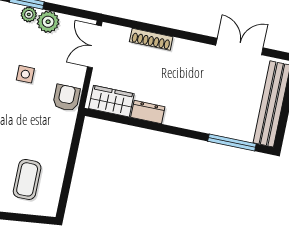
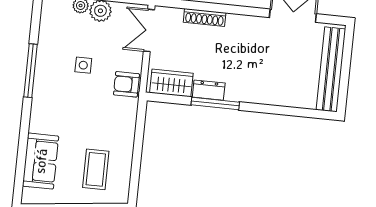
armchair: (66, 98) -> (126, 84), turned -90
window: (232, 143) -> (215, 103), moved

